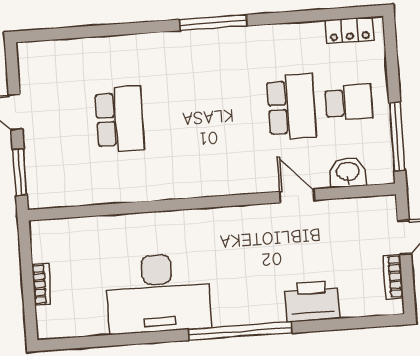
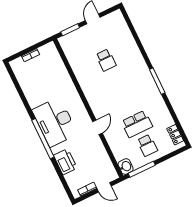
school desk: (120, 119) -> (106, 60), width x0.54
washbasin: (348, 172) -> (126, 167), moved
door: (297, 196) -> (97, 127), moved
desk: (158, 293) -> (55, 122), moved

